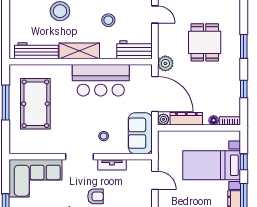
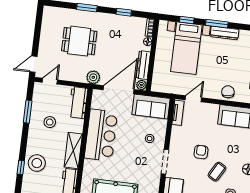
tv unit: (112, 165) -> (178, 113), moved

